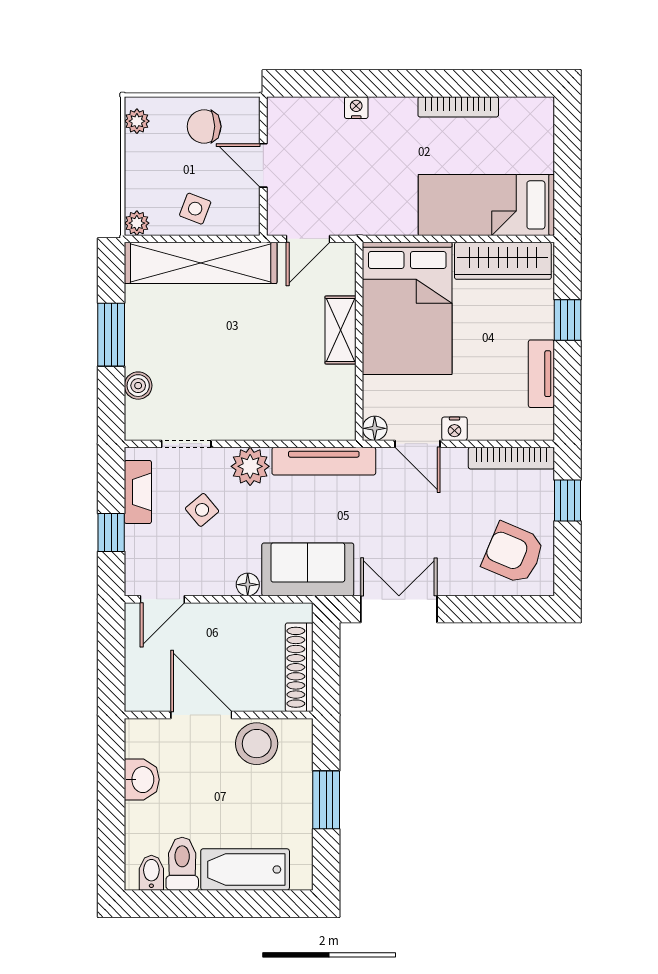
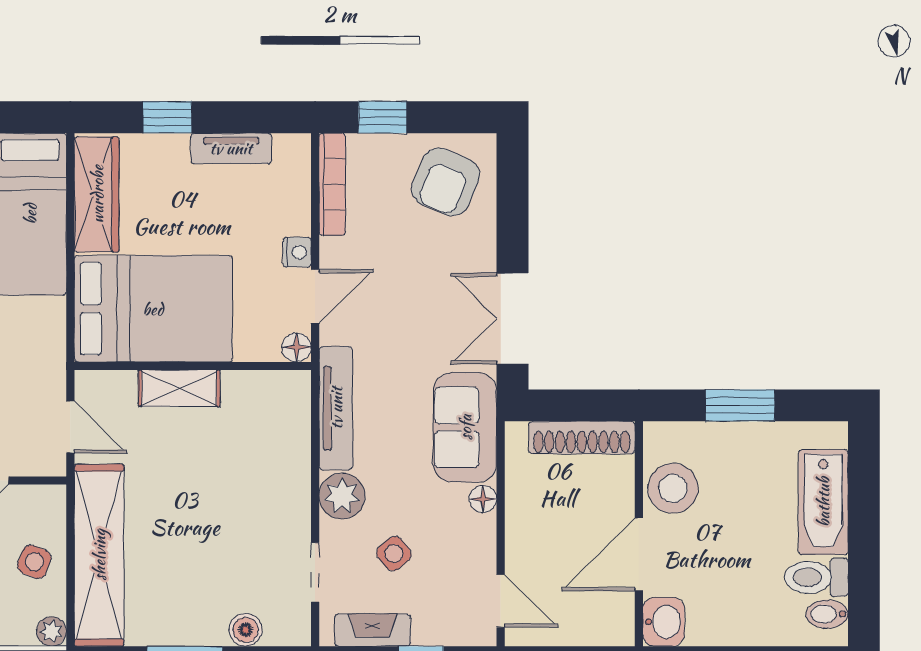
washbasin: (142, 780) -> (664, 622), moved, turned 90

